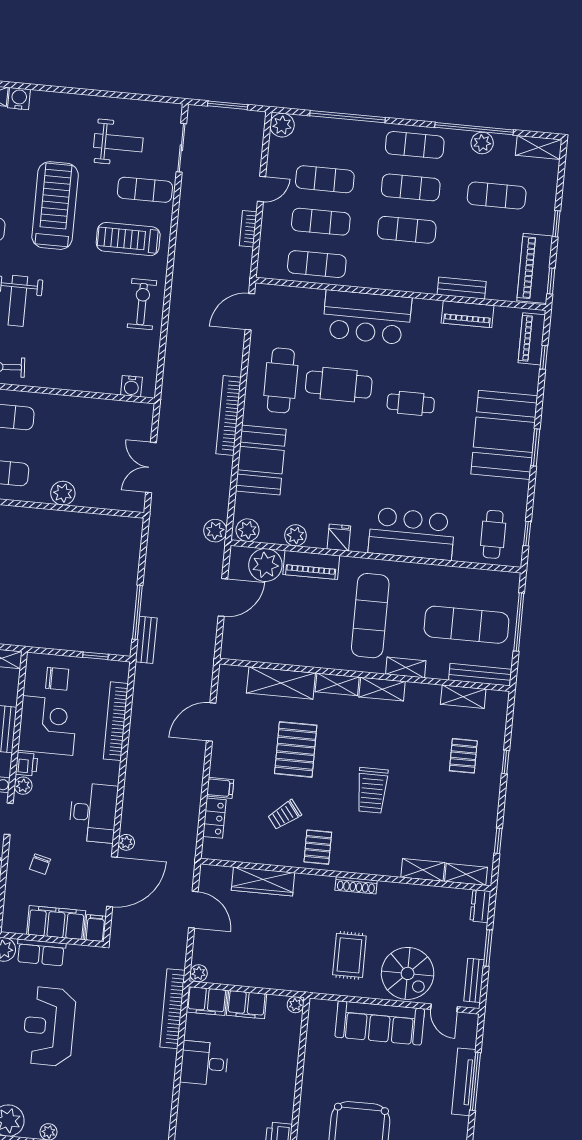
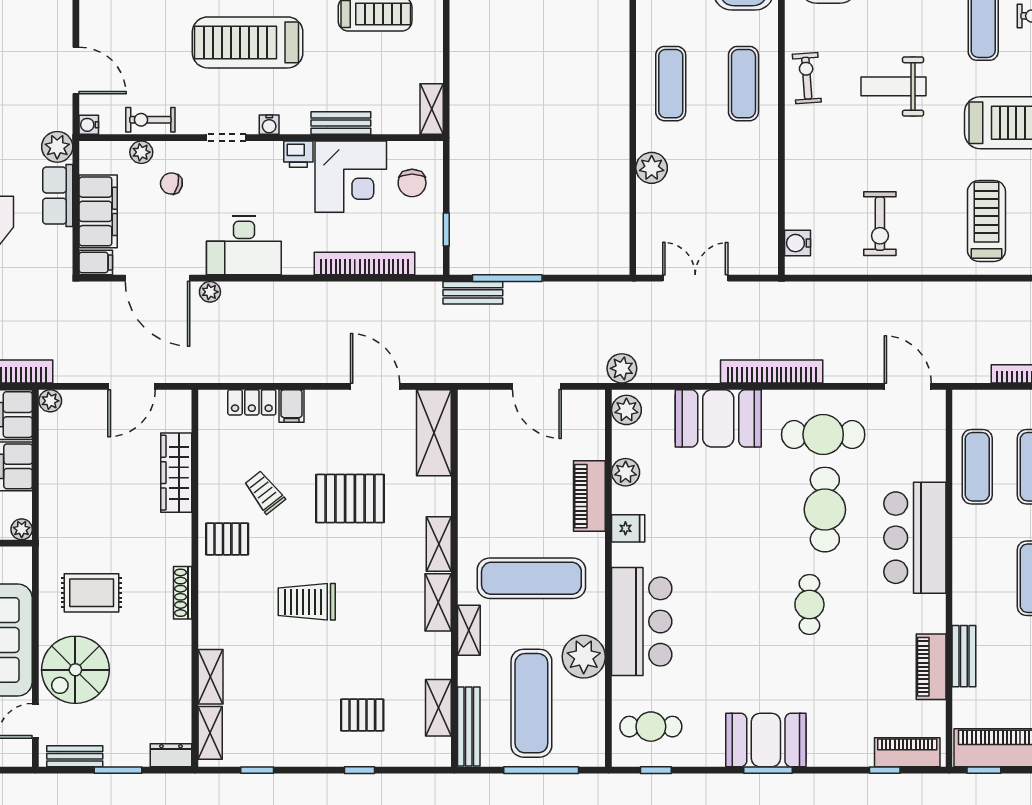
exercise bike: (142, 304) -> (880, 224), moved, turned 90
booth: (504, 435) -> (766, 740), width x0.73, depth x0.70
plant: (265, 565) -> (584, 657), moved
shelving: (281, 683) -> (434, 433), moved
plant: (23, 786) -> (141, 152), moved

